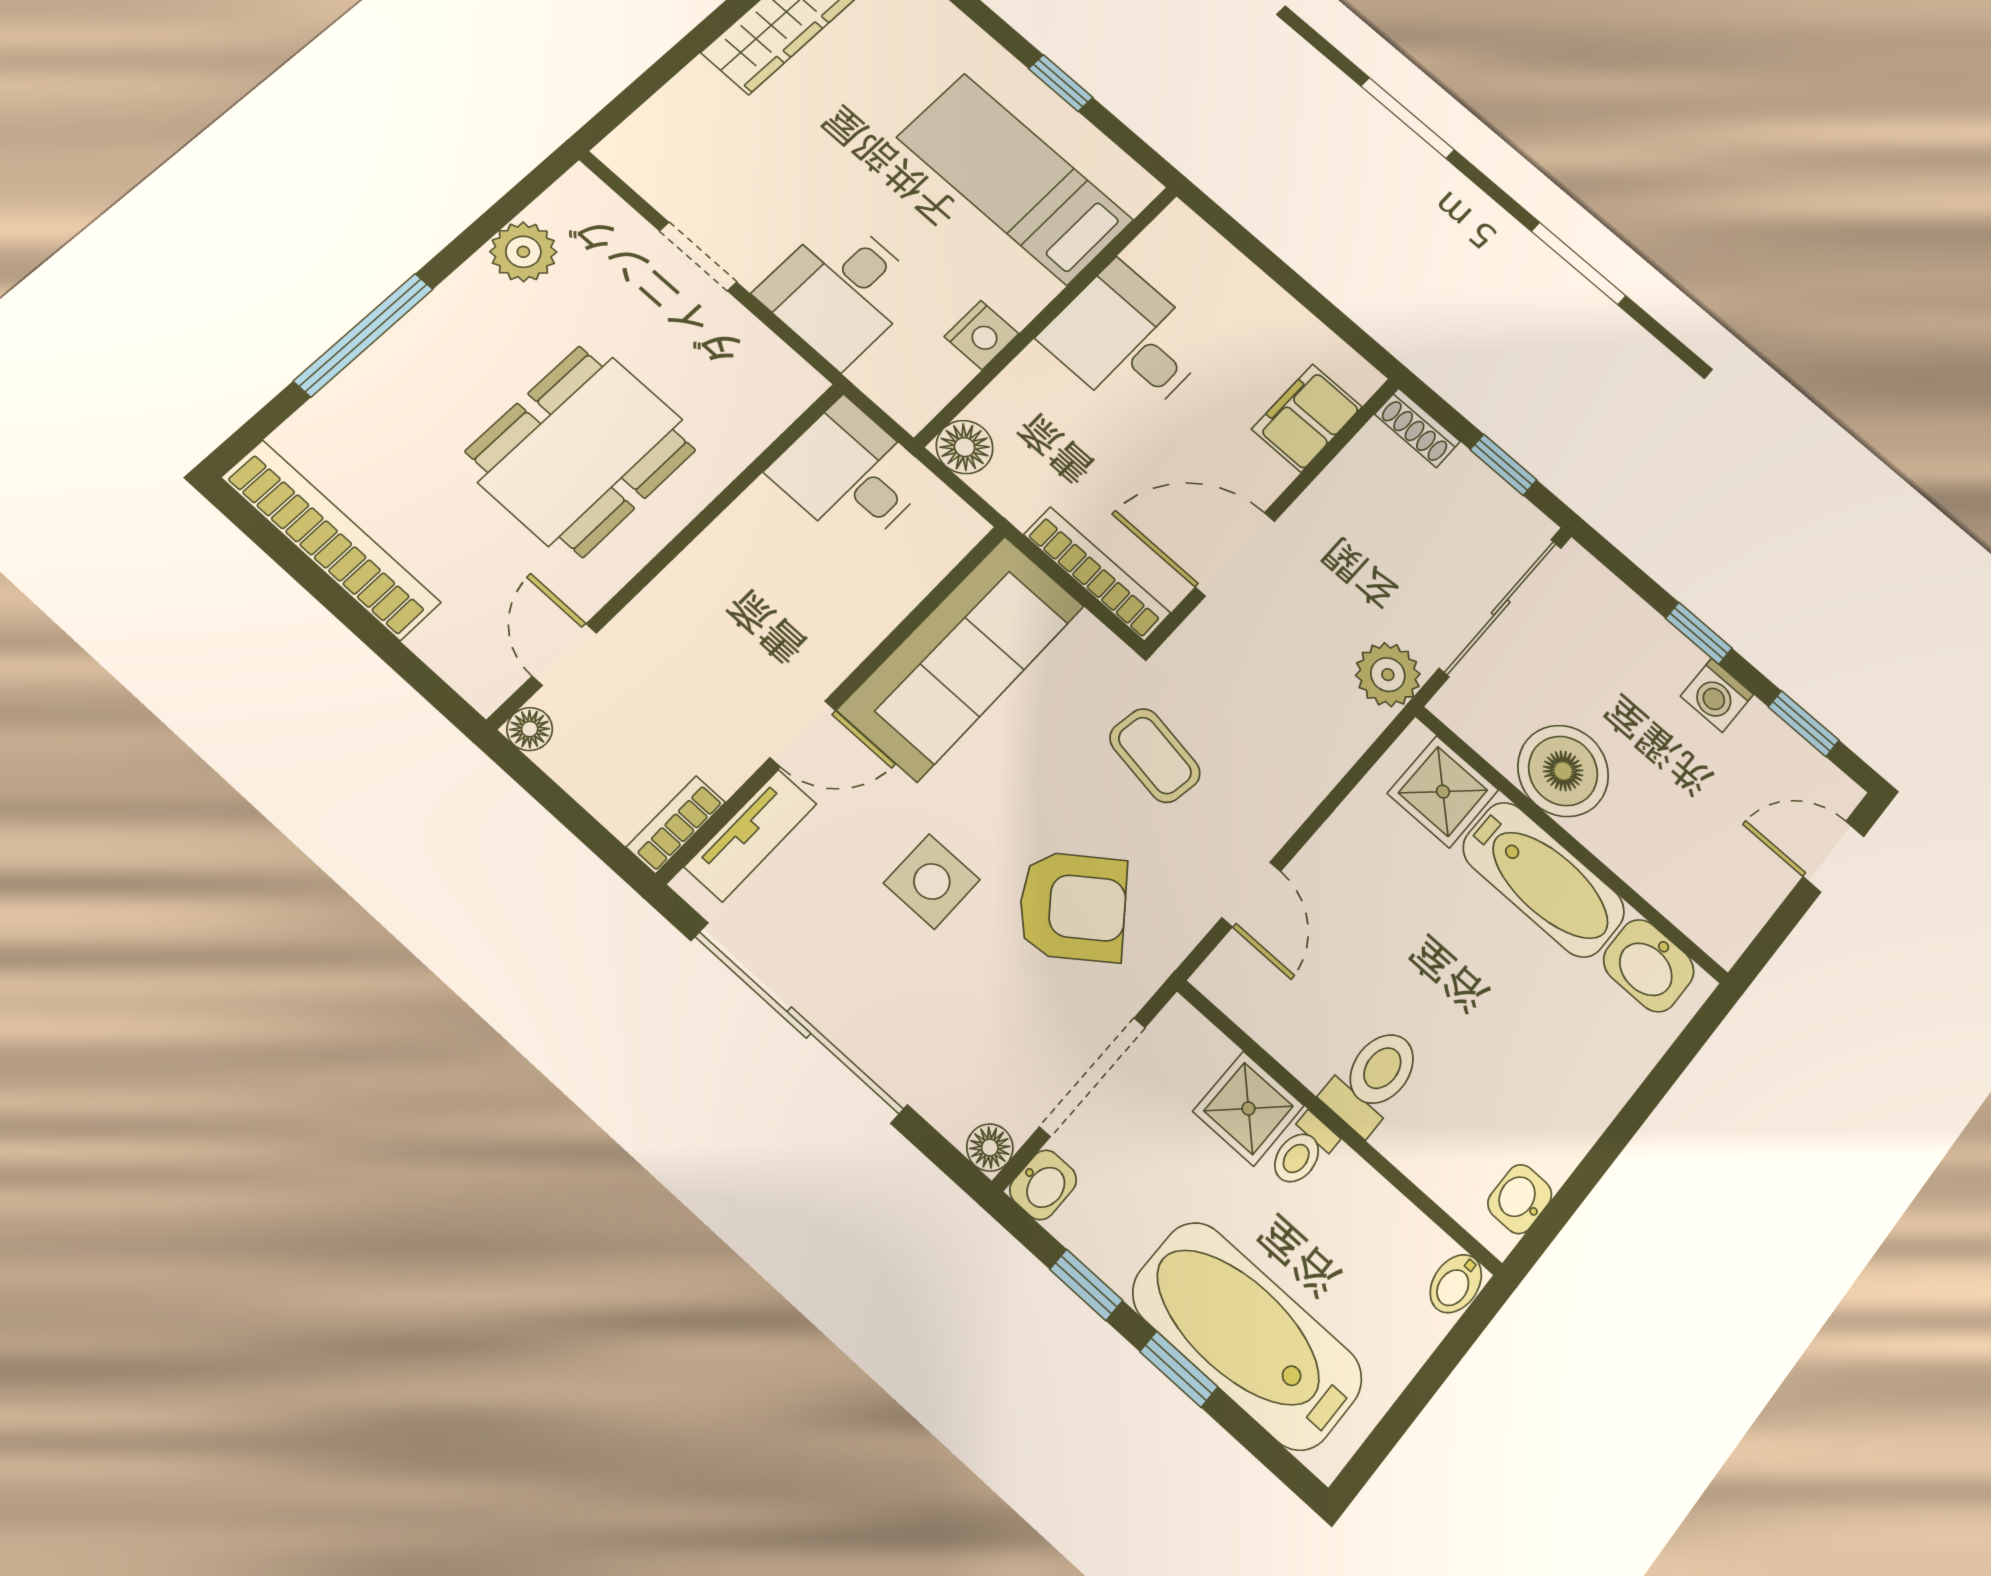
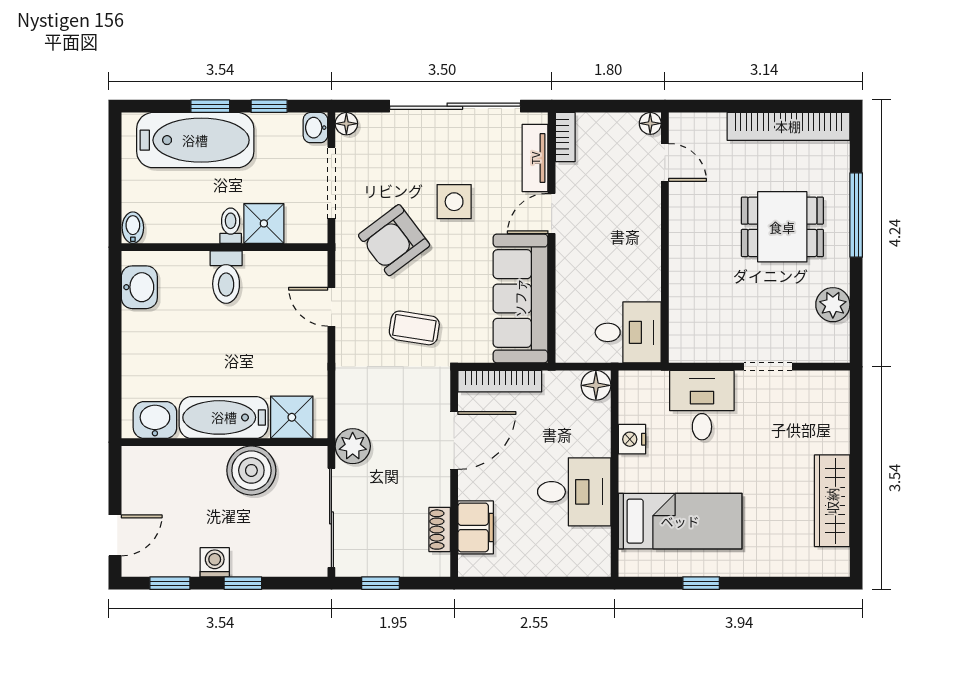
shoe rack: (1417, 428) -> (440, 530), moved, turned -90
dining table: (581, 451) -> (782, 227), moved, width x0.73
washbasin: (1520, 1199) -> (139, 287), width x1.38, depth x1.45

